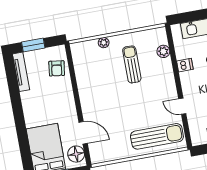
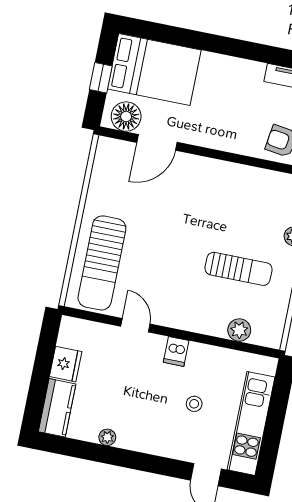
dishwasher: (185, 65) -> (176, 351), moved
door: (182, 106) -> (135, 325), hinge flipped

